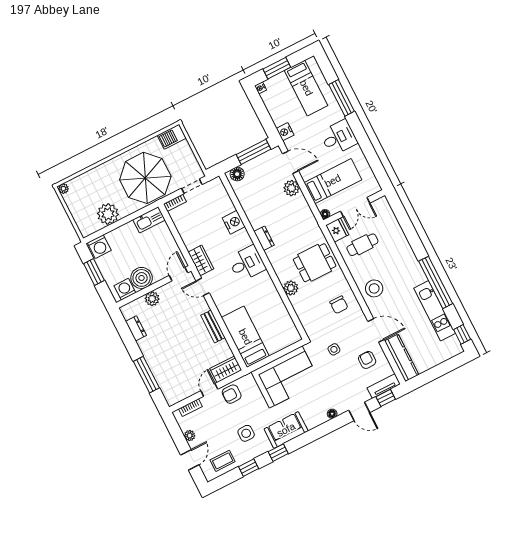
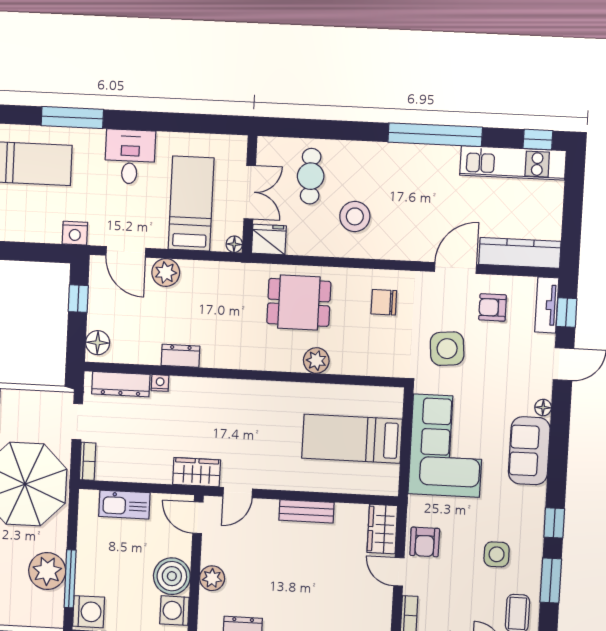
window: (254, 152) -> (78, 299), width x0.46
door: (290, 162) -> (126, 252), swing flipped
dresser: (223, 197) -> (121, 384), added
kitchen sink: (149, 220) -> (124, 505), moved, turned 90
nightstand: (234, 222) -> (160, 383), width x0.53, depth x0.56
window: (111, 228) -> (70, 579), added
dresser: (264, 238) -> (180, 356), moved
cafe table: (362, 245) -> (311, 176), moved
desk: (247, 263) -> (241, 406), removed
dining table: (315, 263) -> (299, 302), turned 90
stool: (374, 288) -> (355, 216), moved
chair: (339, 305) -> (384, 302), turned 180
kitchen unit: (435, 311) -> (513, 163), moved
bed: (245, 337) -> (352, 439), moved
side table: (334, 349) -> (447, 349), width x1.87, depth x1.87
sofa: (286, 430) -> (529, 451), moved
window: (249, 468) -> (551, 580), width x1.50

